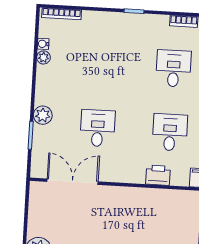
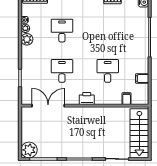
desk: (174, 68) -> (62, 31), moved
plant: (43, 115) -> (27, 39), moved
printer: (158, 175) -> (87, 98), moved

